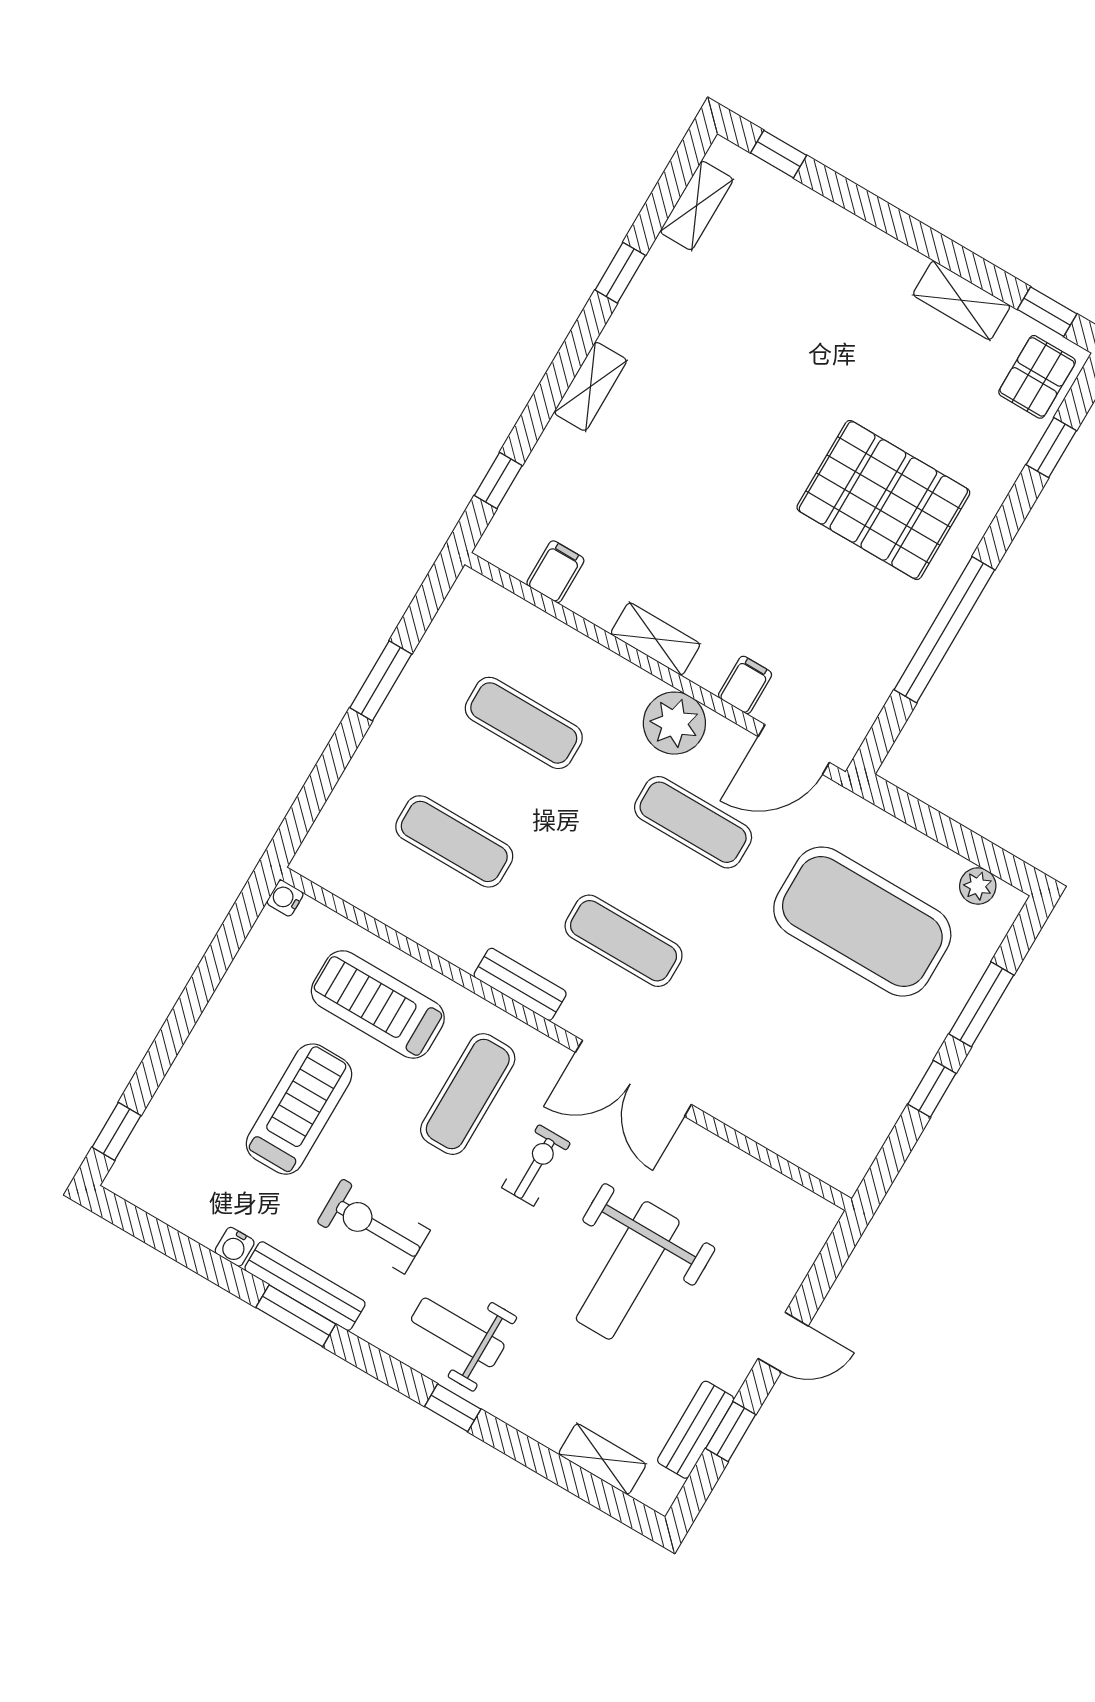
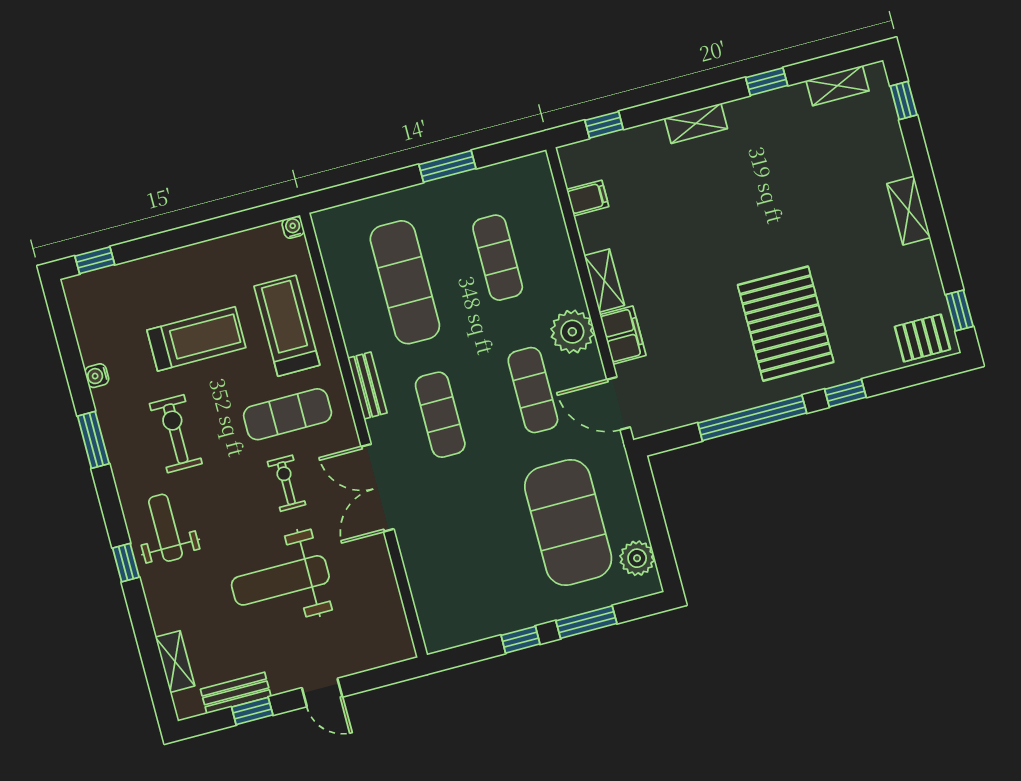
shelving: (962, 300) -> (909, 211), moved
window: (1051, 448) -> (845, 393), moved
filing cabinet: (745, 685) -> (623, 335), width x2.00
exercise mat: (454, 841) -> (405, 282), width x1.36, depth x1.45
plant: (978, 886) -> (637, 558), width x1.38, depth x1.38
exercise bike: (536, 1165) -> (286, 483), turned -90
bench: (305, 1286) -> (112, 430), removed

